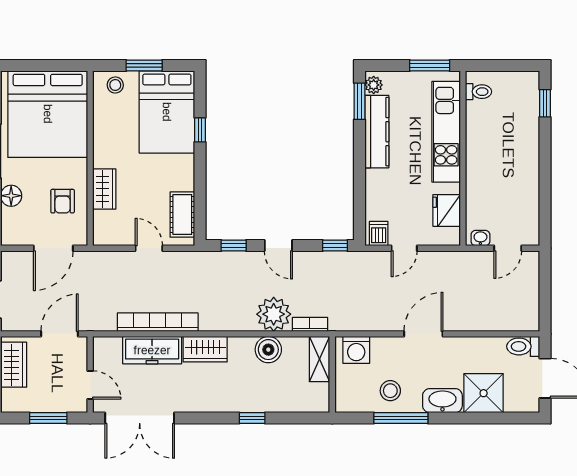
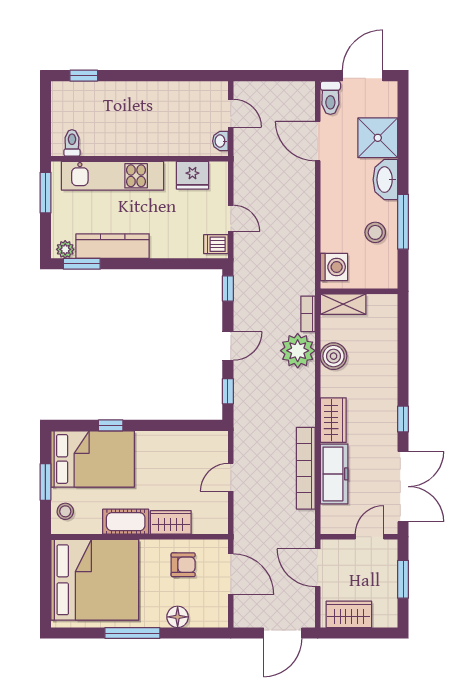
cot: (182, 215) -> (126, 522), moved
door: (423, 334) -> (318, 141), moved
window: (252, 418) -> (403, 419), moved

